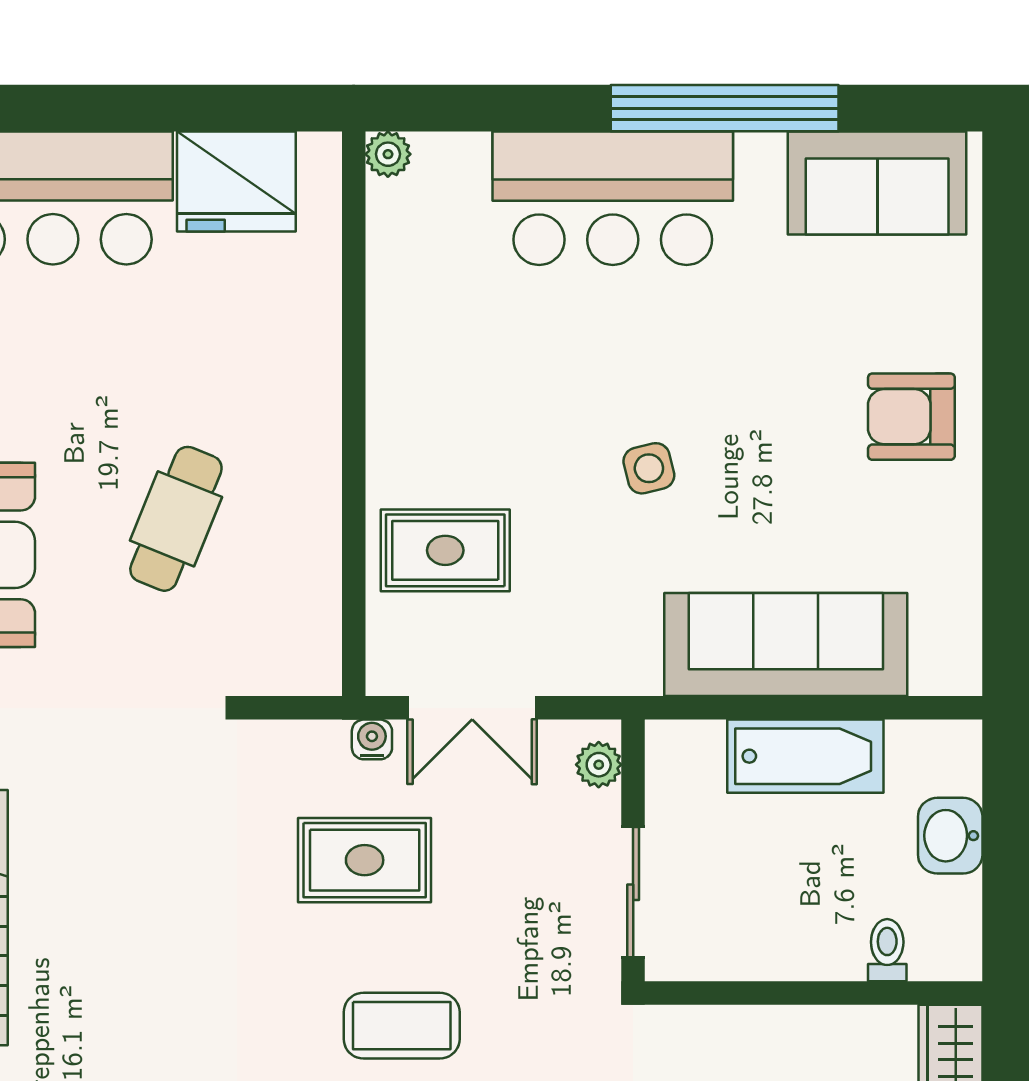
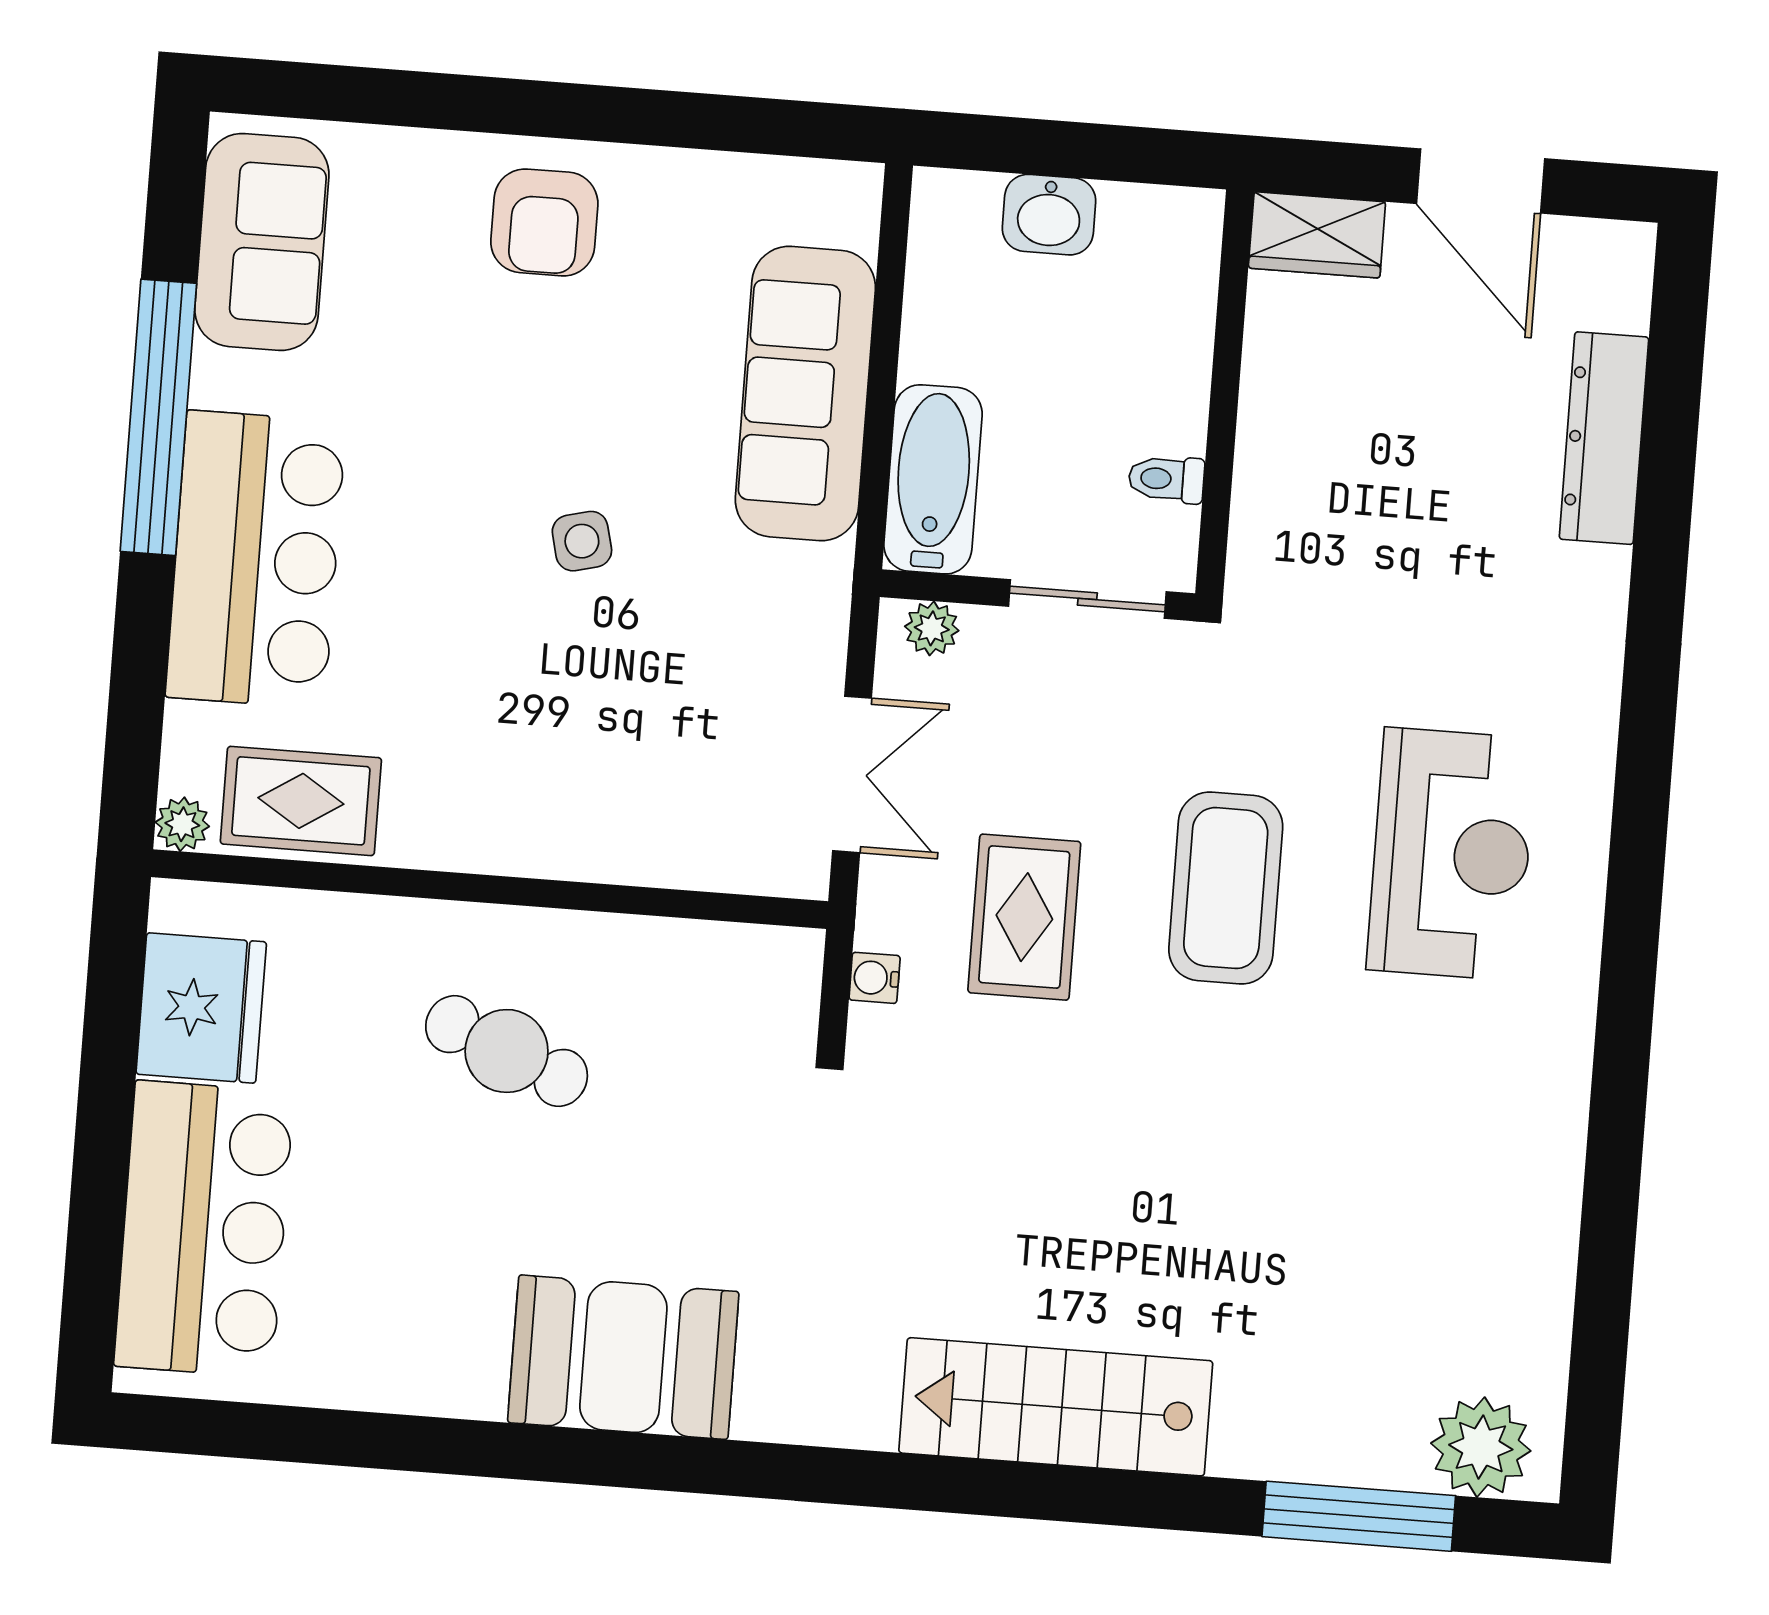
cafe table: (176, 519) -> (507, 1051), moved
rug: (445, 550) -> (301, 801), moved, turned 90
water cooler: (372, 739) -> (875, 978), moved
bathtub: (805, 756) -> (933, 479), moved
toilet: (887, 950) -> (1166, 479), moved
coffee table: (402, 1026) -> (1226, 888), width x1.36, depth x1.32

